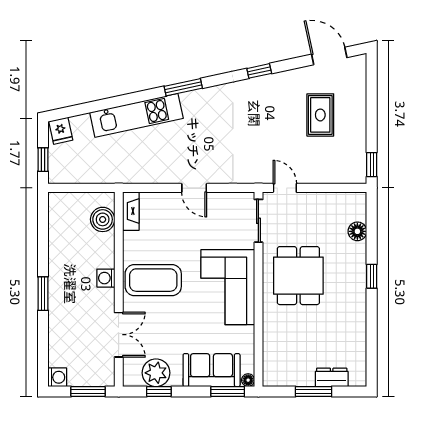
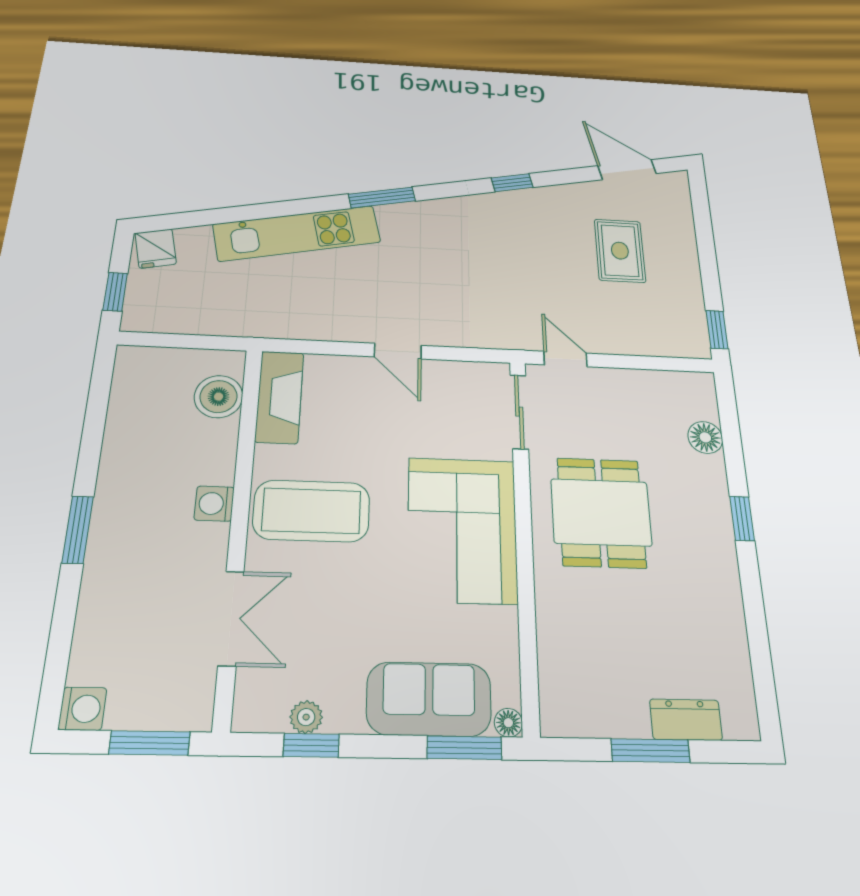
fireplace: (131, 211) -> (279, 397), width x1.37, depth x1.32
plant: (156, 373) -> (306, 717), width x0.53, depth x0.53

